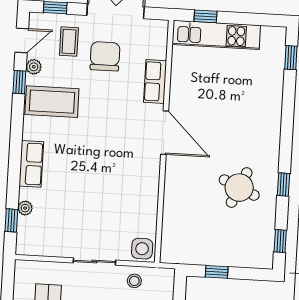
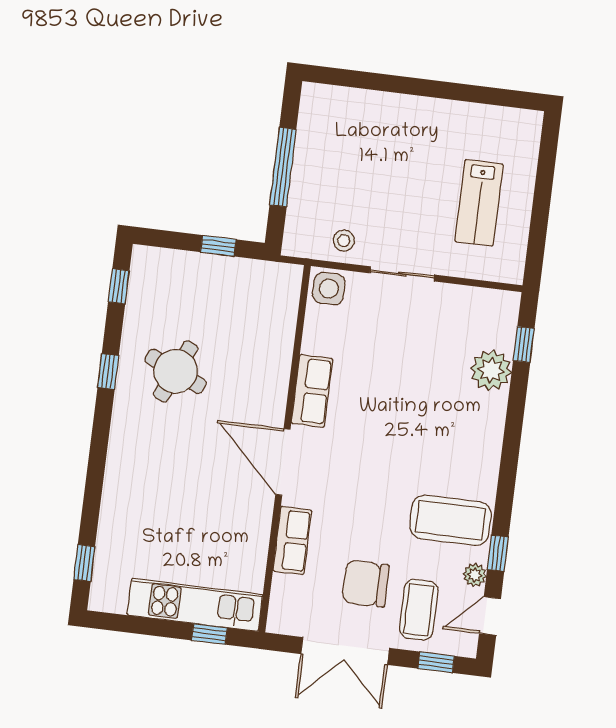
coffee table: (69, 42) -> (419, 610), width x1.36, depth x1.30
chair: (105, 56) -> (366, 584), turned 90
row of seats: (31, 164) -> (312, 391), moved, turned 180
plant: (25, 208) -> (491, 370), width x1.88, depth x1.88

